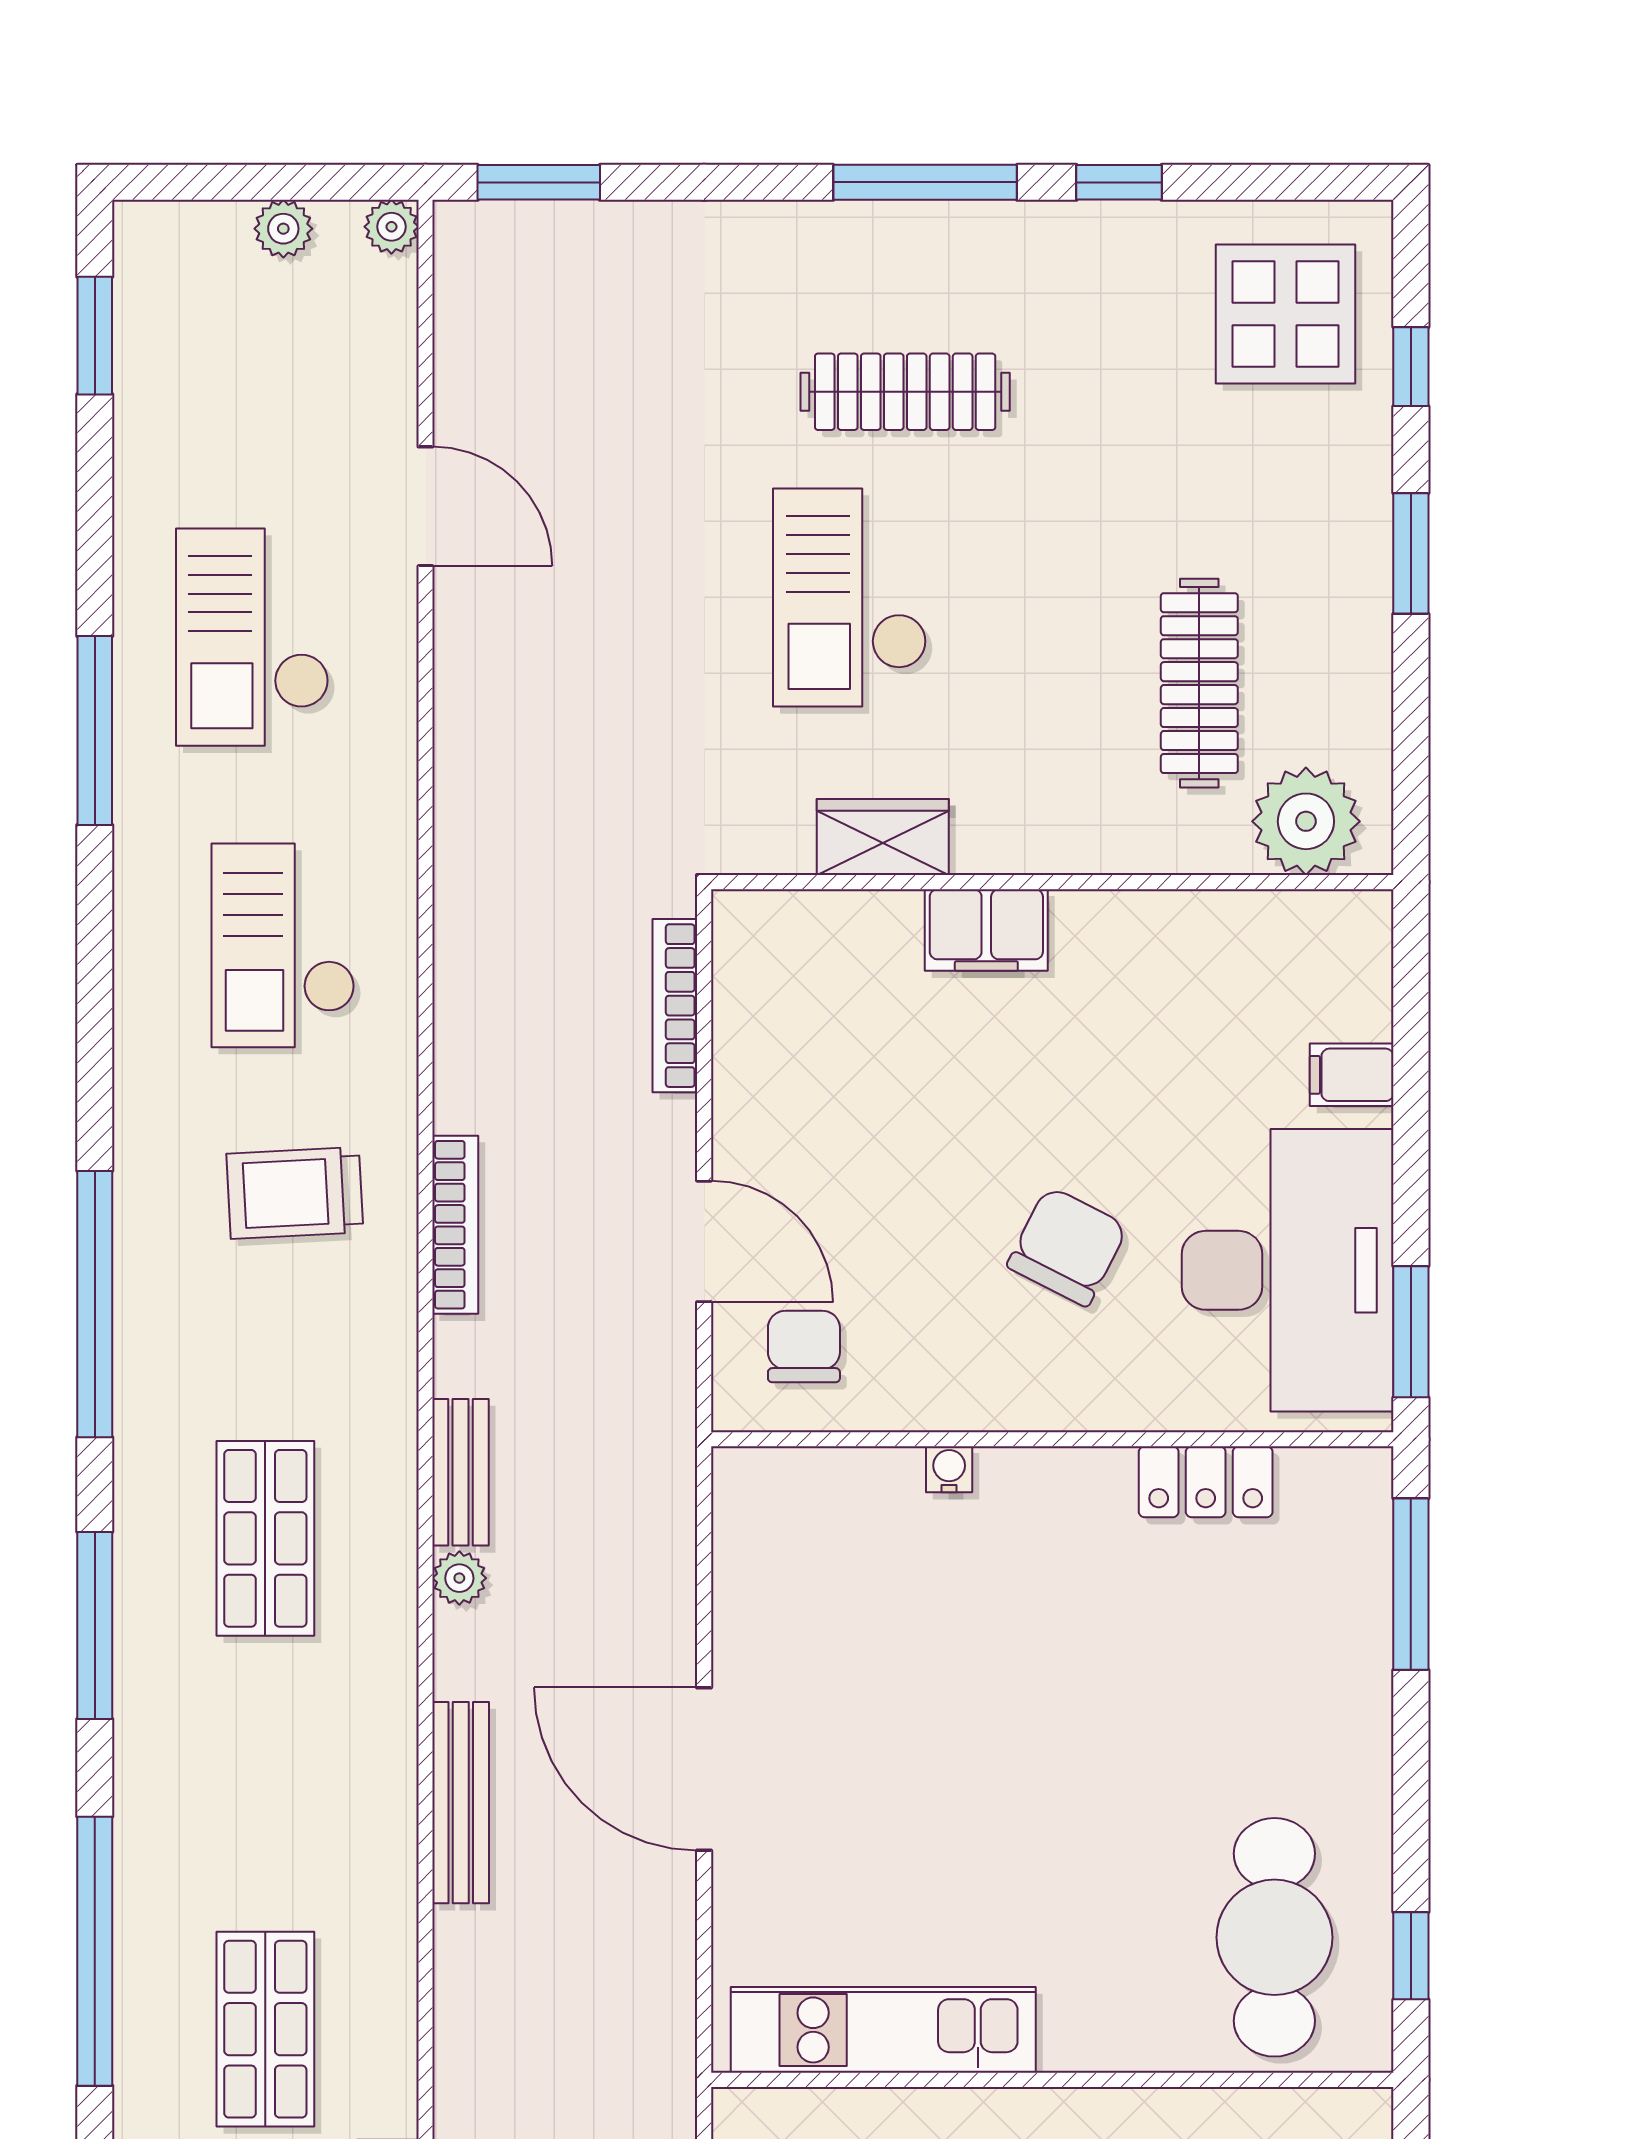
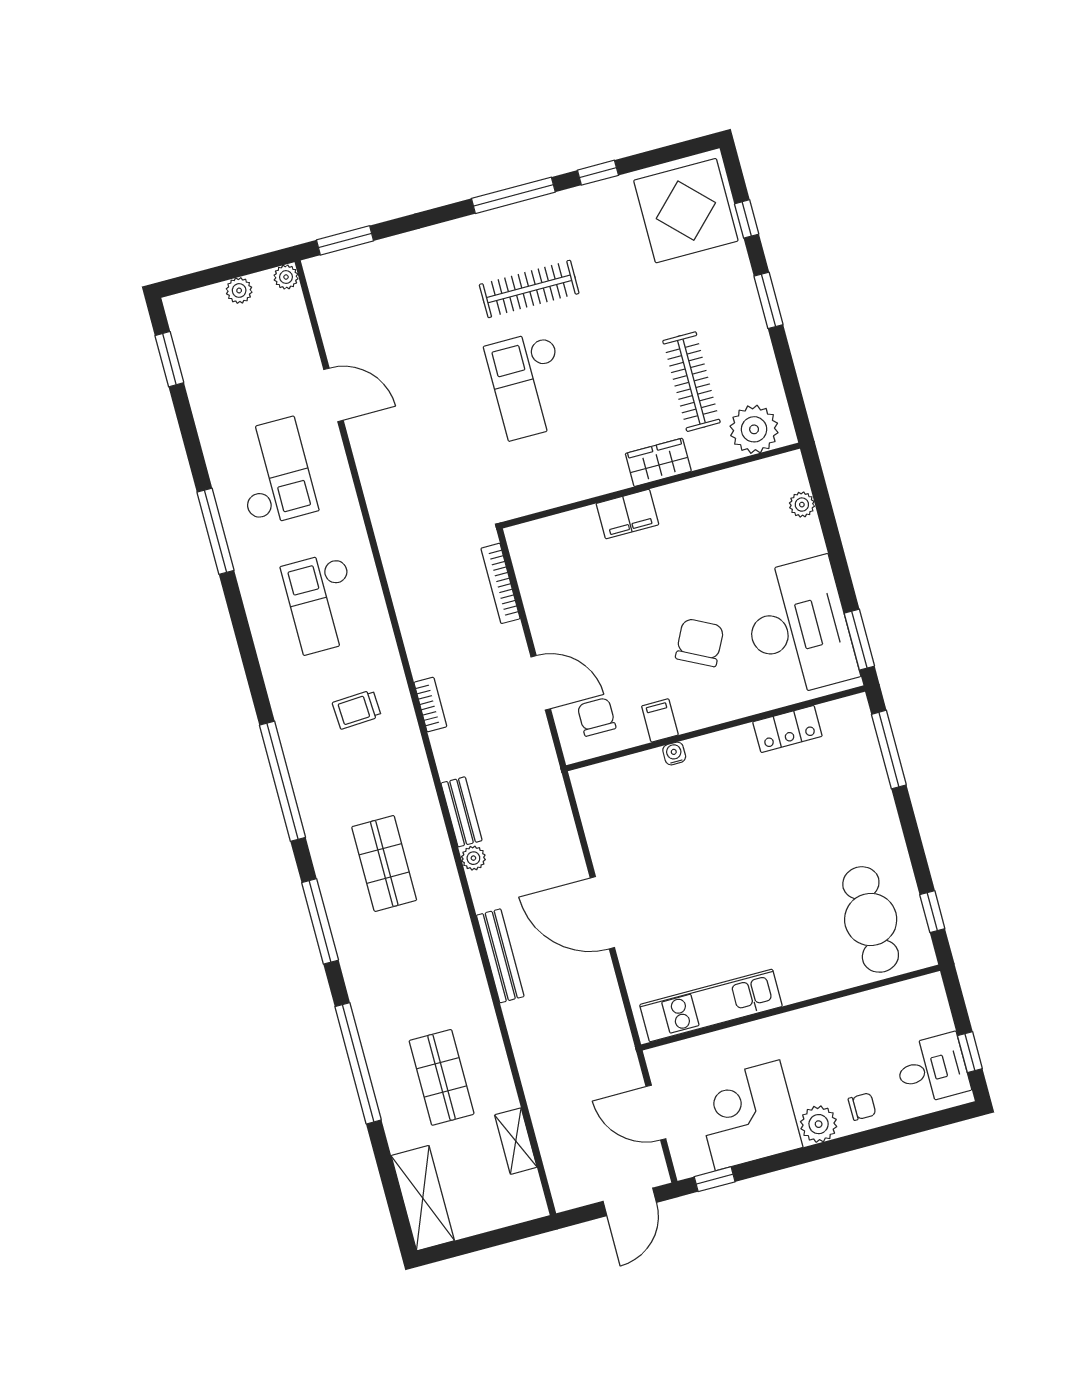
display table: (1286, 314) -> (686, 211), width x1.36, depth x1.36
checkout: (252, 637) -> (273, 472), turned 180
wardrobe: (883, 837) -> (658, 462), moved
plant: (1365, 1010) -> (802, 505), added
filing cabinet: (1352, 1075) -> (660, 720), moved, turned 90
trolley: (295, 1193) -> (357, 709), width x0.73, depth x0.72
bookcase: (455, 1225) -> (430, 705), width x0.64

